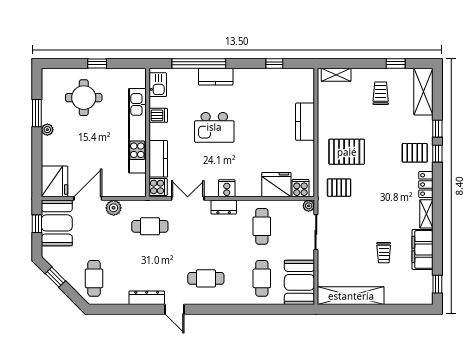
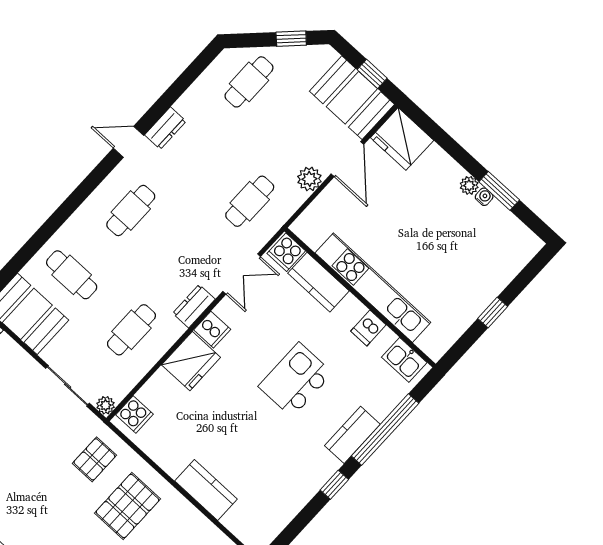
window: (274, 63) -> (334, 485), moved
round table: (84, 98) -> (468, 261), removed
water cooler: (46, 118) -> (484, 197), added
fridge: (276, 185) -> (191, 361), moved
cafe table: (262, 226) -> (131, 330), turned 90
cafe table: (94, 278) -> (249, 82), turned 90
dresser: (147, 298) -> (165, 128), width x0.70

